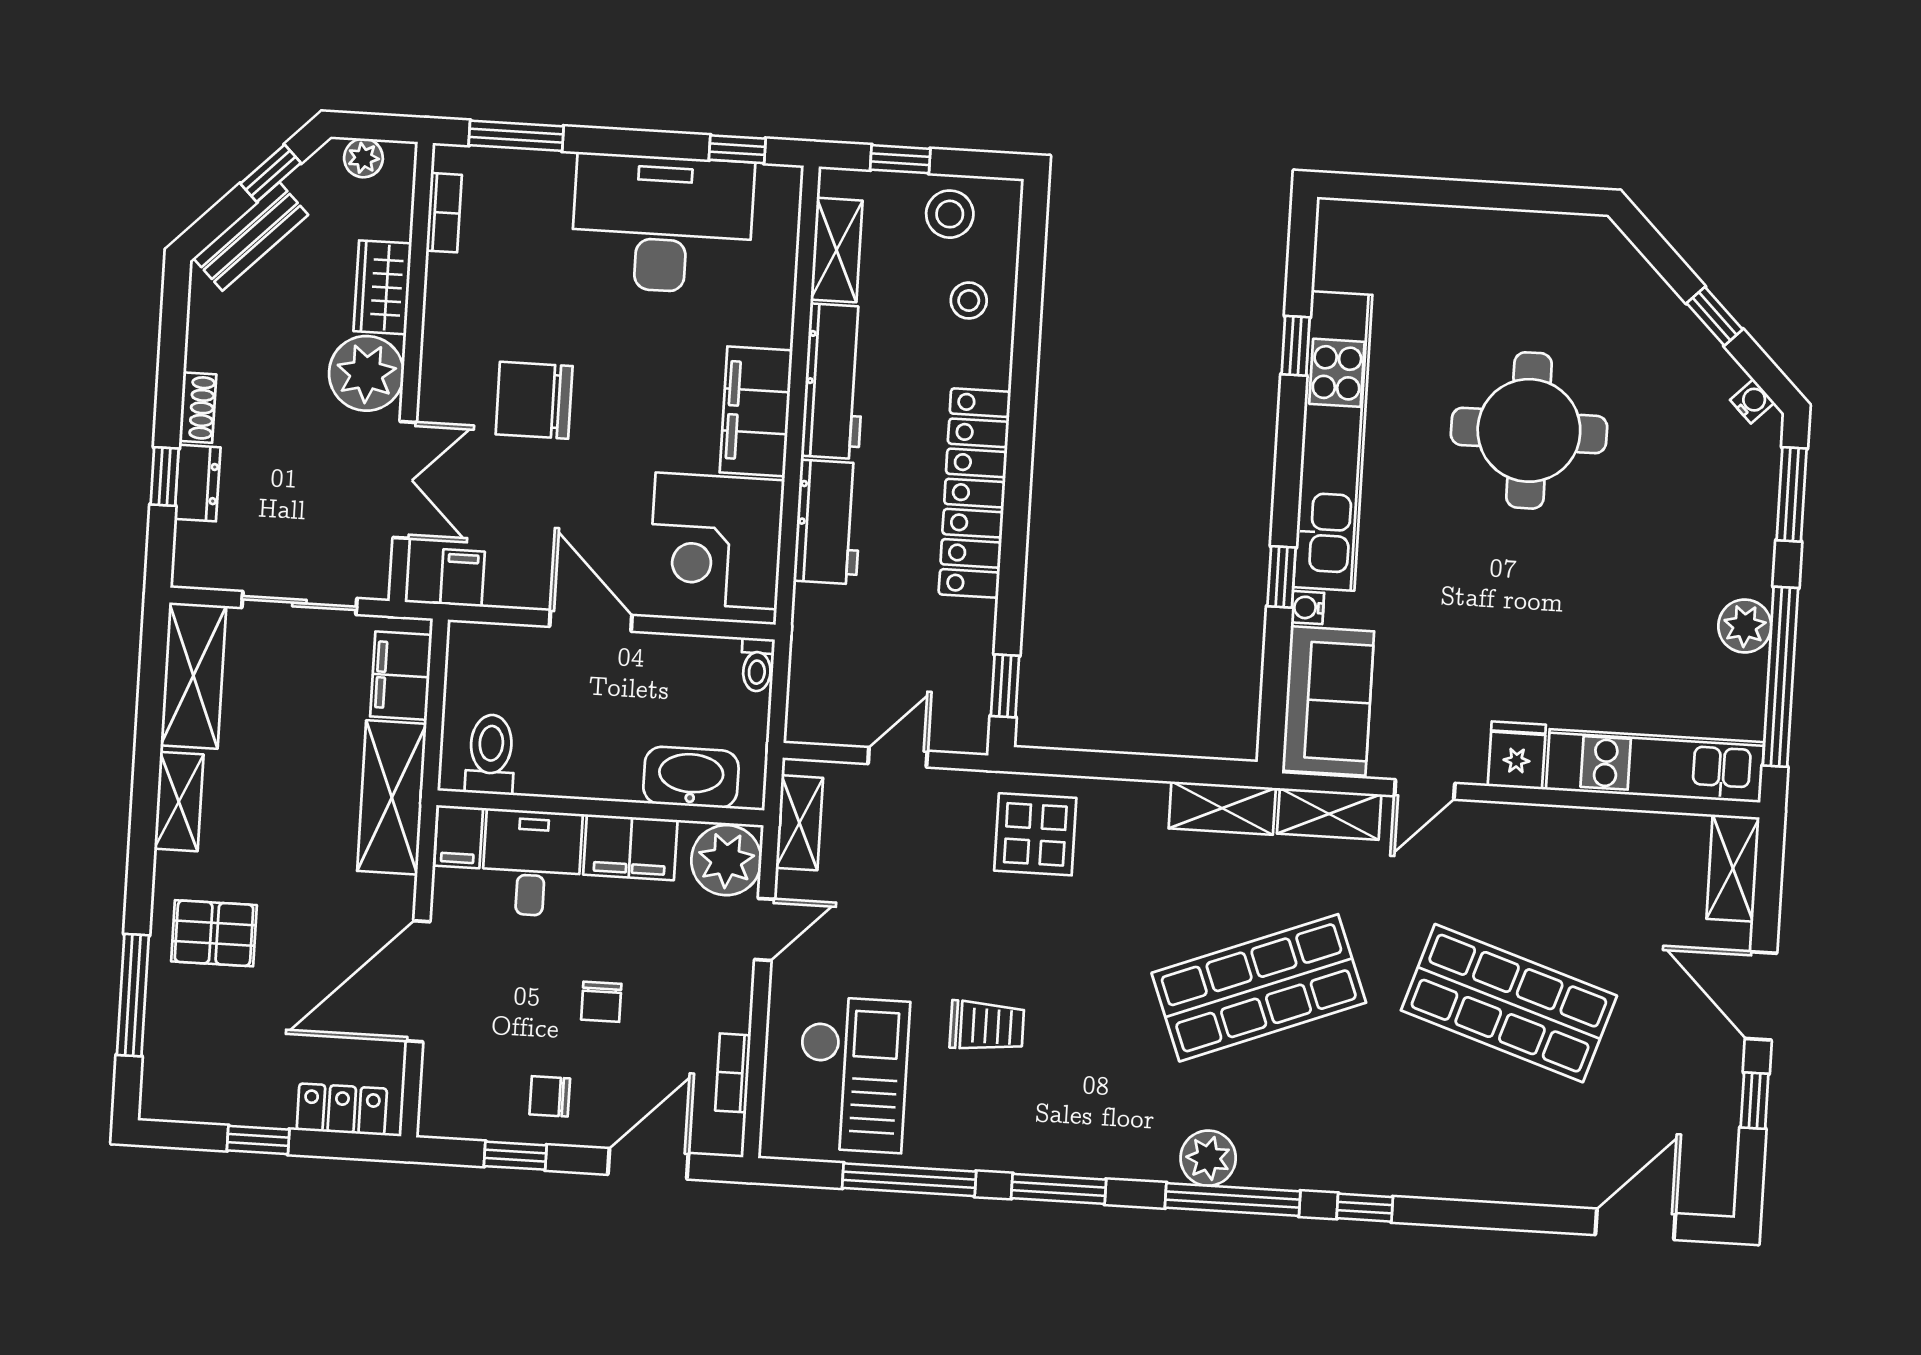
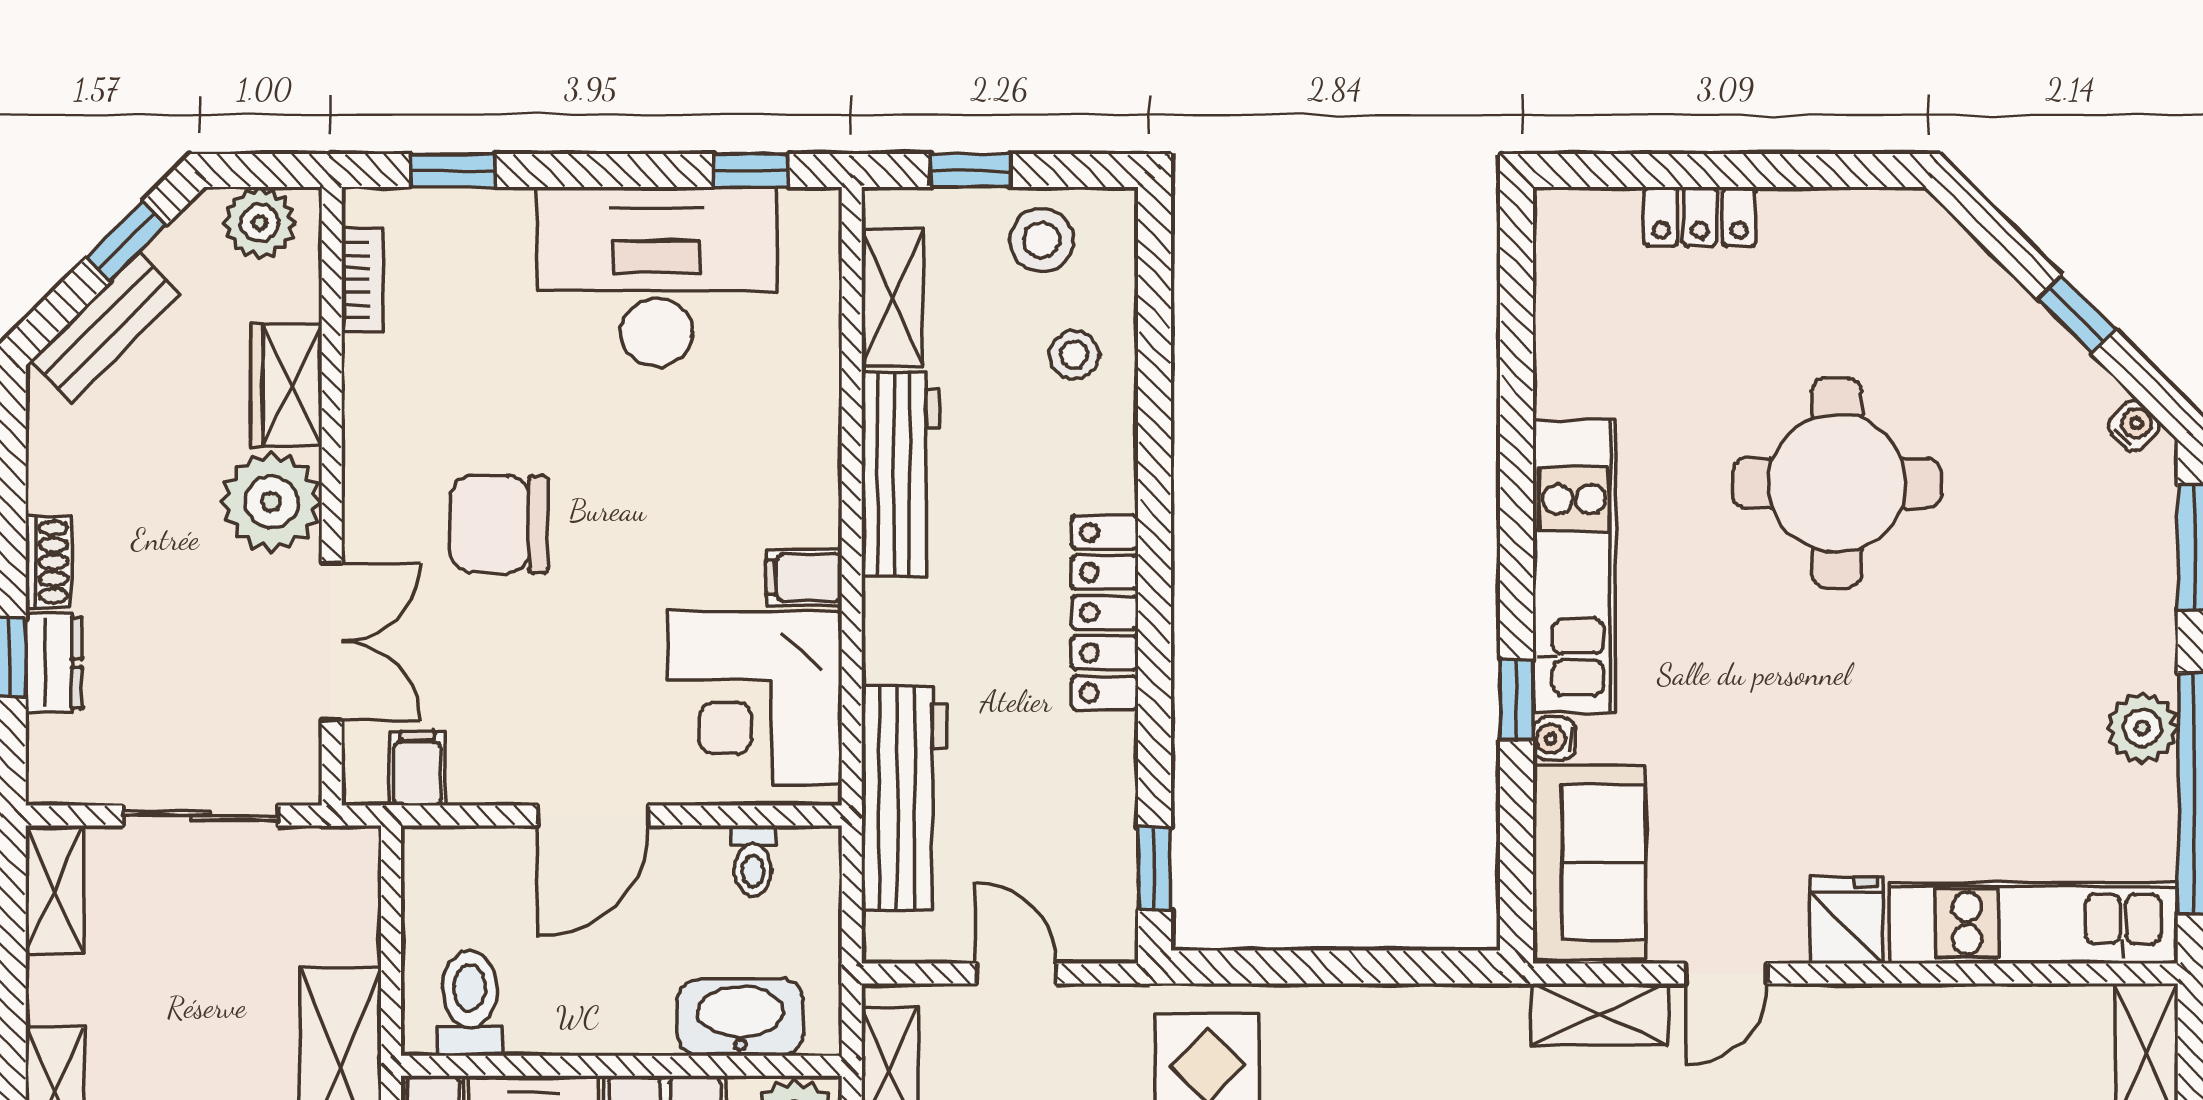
window: (516, 136) -> (453, 171), width x0.67
plant: (363, 158) -> (260, 223), width x1.38, depth x1.38
locker: (1440, 226) -> (1700, 217), added
window: (1296, 346) -> (1516, 388), removed
filing cabinet: (756, 411) -> (804, 577), width x0.33, depth x0.86
kitchen unit: (1333, 441) -> (1574, 566), width x0.73
locker: (975, 493) -> (1105, 613), width x0.71, depth x0.83
workbench: (828, 522) -> (904, 798), moved, width x1.38
door: (591, 621) -> (593, 816), swing flipped
toilet: (757, 665) -> (753, 861), moved
shelving: (193, 676) -> (54, 890), width x0.67, depth x0.75
filing cabinet: (401, 676) -> (343, 905), removed
door: (898, 757) -> (1016, 974), hinge flipped
shelving: (1222, 808) -> (1456, 1015), removed

